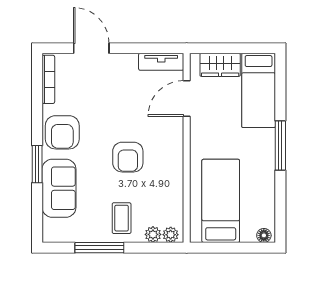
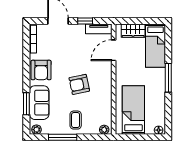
window: (138, 48) -> (85, 21), added
armchair: (128, 157) -> (79, 84), turned 78
window: (37, 164) -> (26, 104), moved
plant: (153, 234) -> (36, 130), moved

